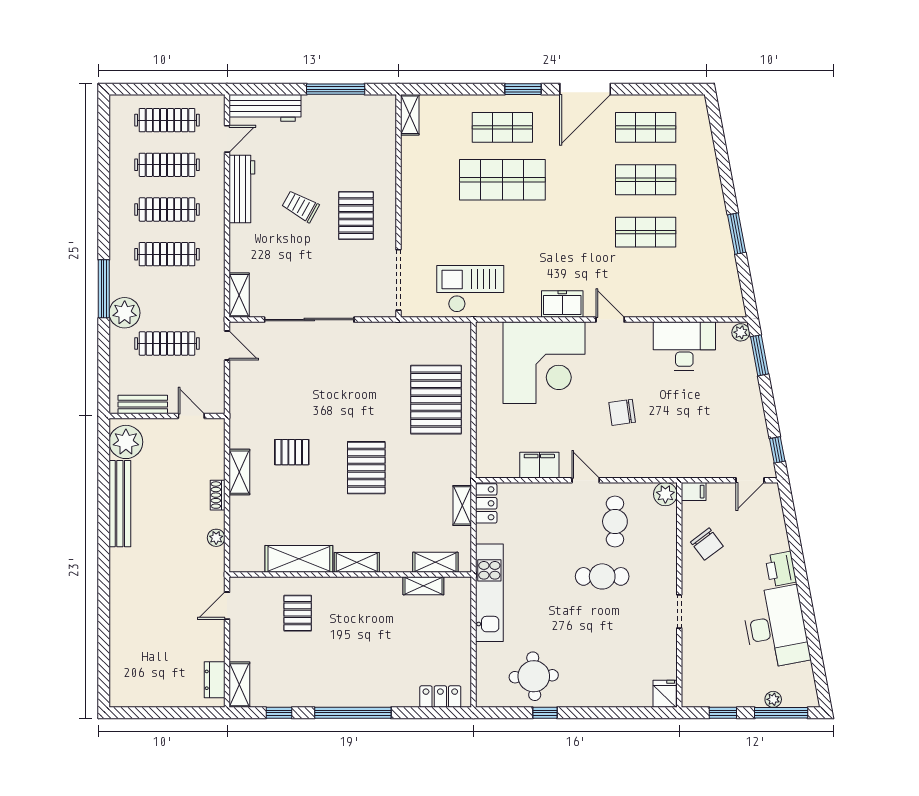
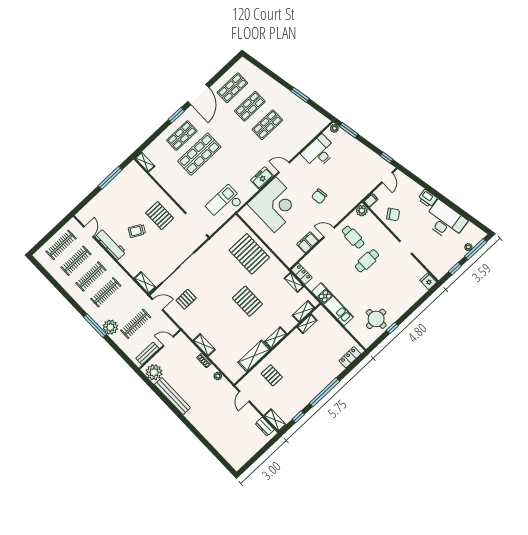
workbench: (265, 108) -> (92, 208), removed
pallet: (292, 452) -> (186, 299), moved

